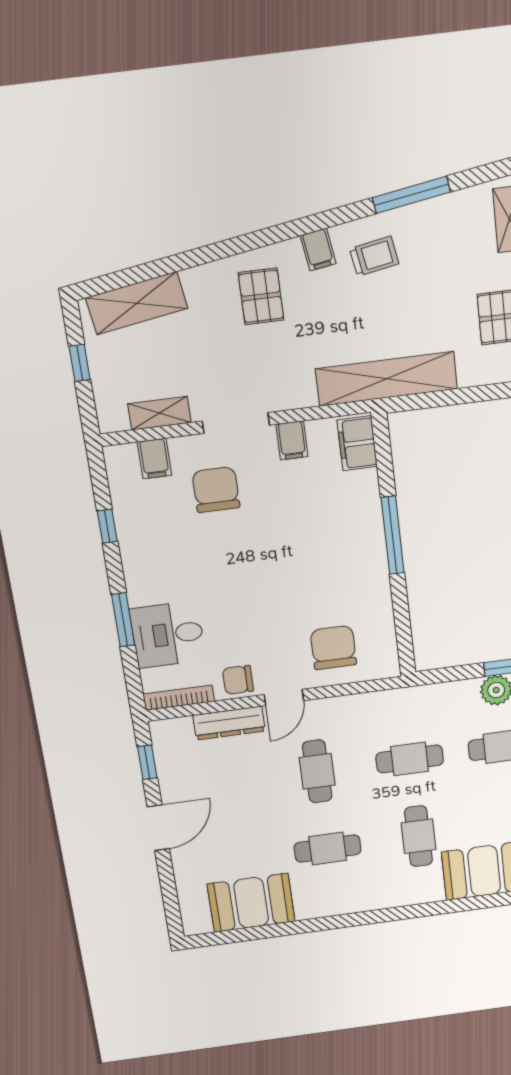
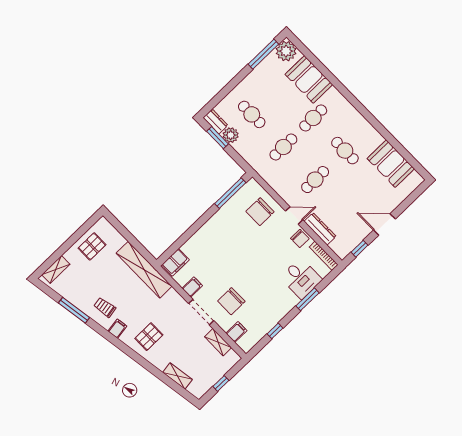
shelving: (137, 303) -> (177, 376), width x0.67, depth x0.75
window: (393, 535) -> (230, 193), moved
cafe table: (410, 759) -> (283, 147), turned 90

